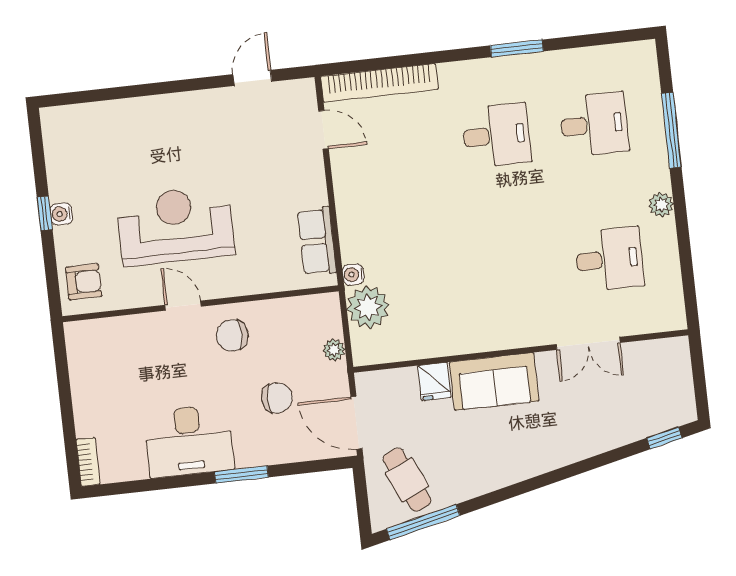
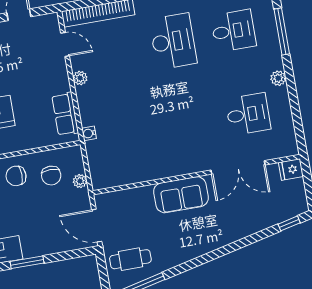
desk: (497, 135) -> (173, 41), width x1.37
plant: (368, 307) -> (80, 78), moved, width x0.53, depth x0.53
double door: (588, 343) -> (238, 167), width x1.37
fridge: (434, 382) -> (291, 169), moved, turned 90
chair: (277, 398) -> (51, 176), moved, turned 90
cafe table: (407, 480) -> (130, 259), turned -66

